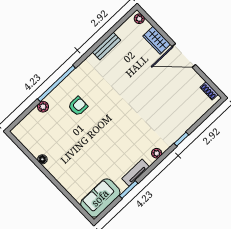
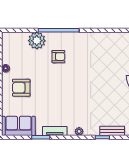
bench: (106, 46) -> (112, 131), moved
plant: (43, 107) -> (37, 41), width x1.88, depth x1.88
armchair: (71, 163) -> (21, 88), added

